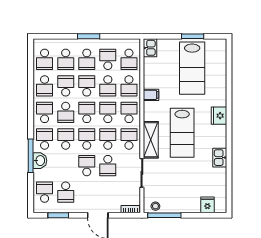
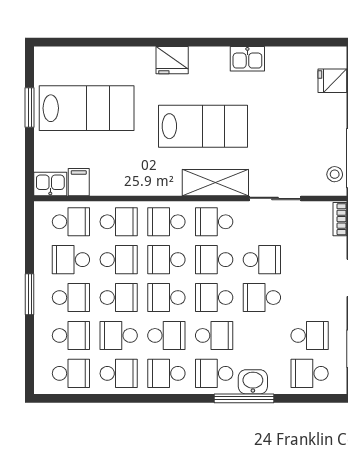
school desk: (87, 86) -> (119, 298), turned 180
filing cabinet: (151, 95) -> (79, 182), moved
school desk: (66, 139) -> (214, 335), turned 180

